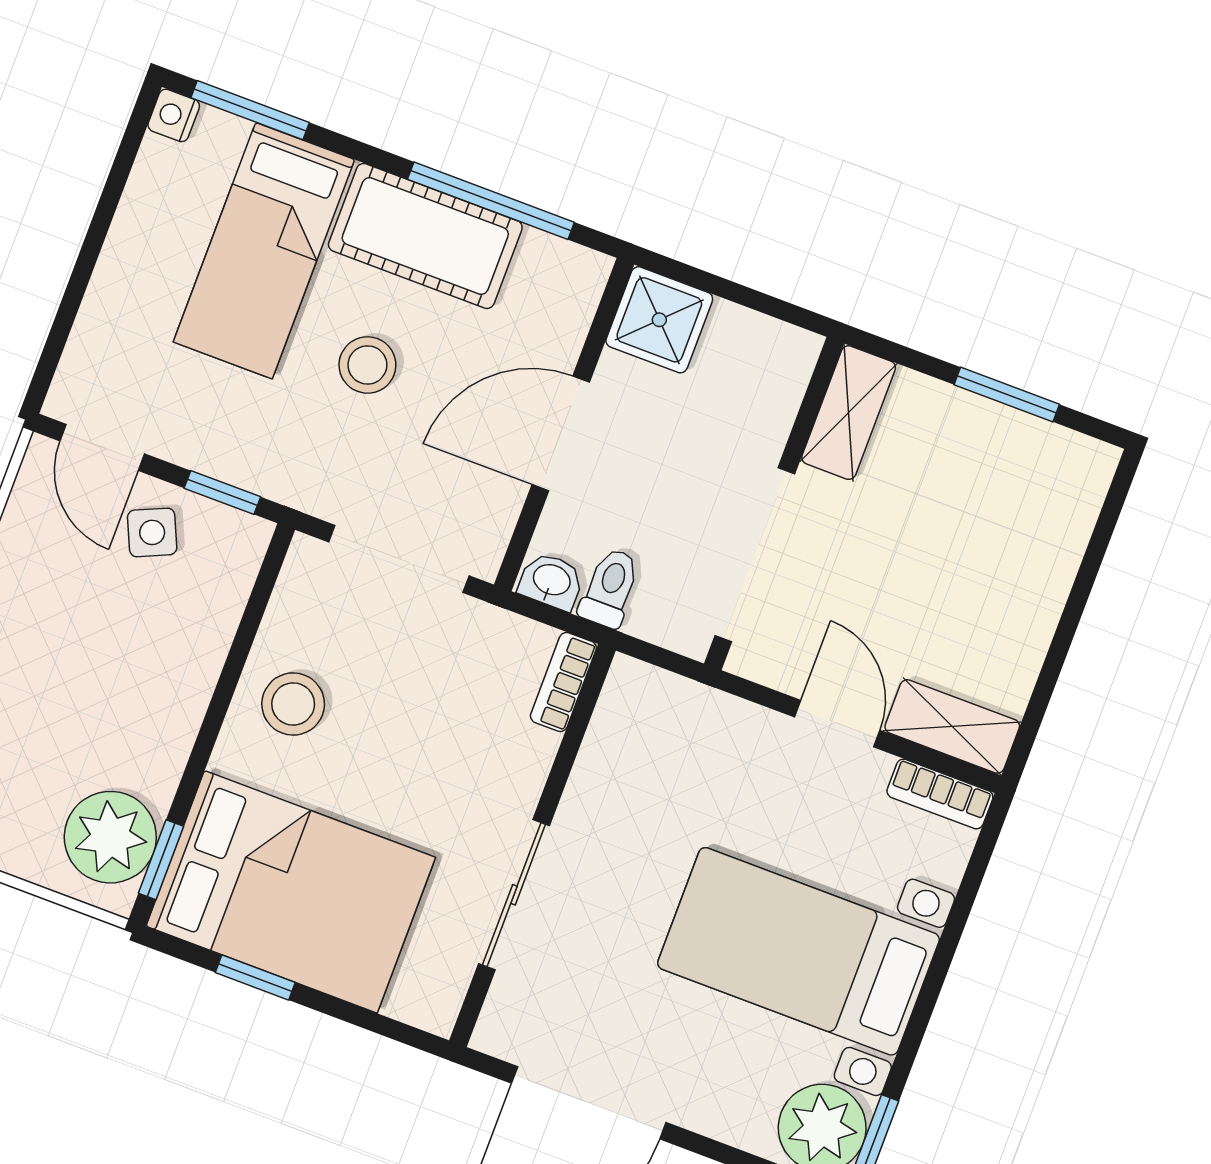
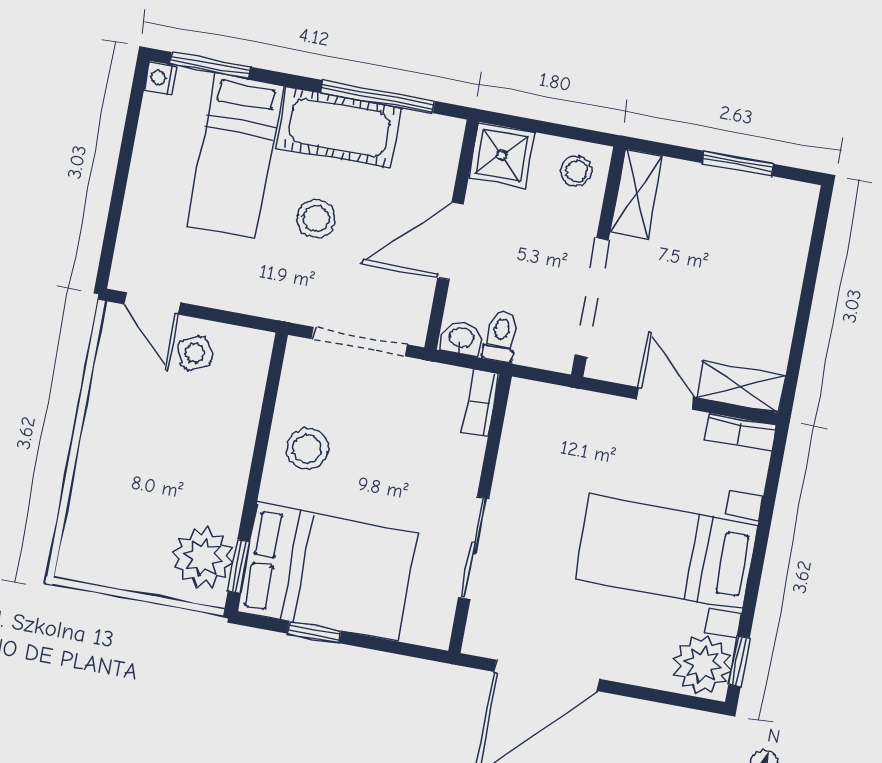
stool: (766, 363) -> (576, 171), added
window: (222, 493) -> (236, 319), removed

